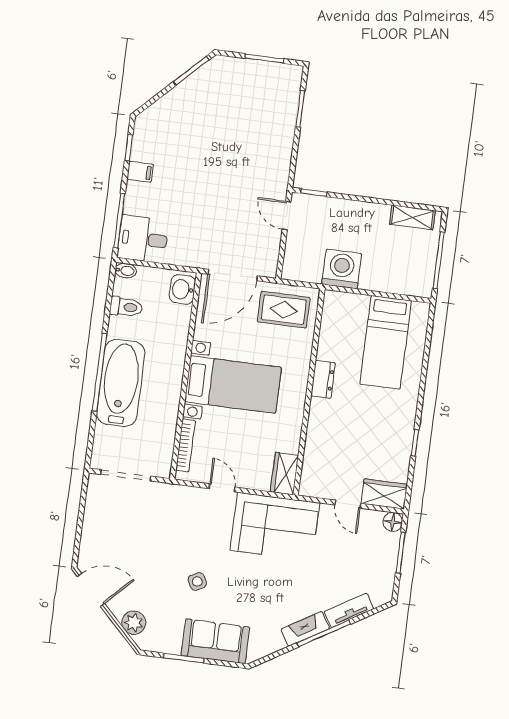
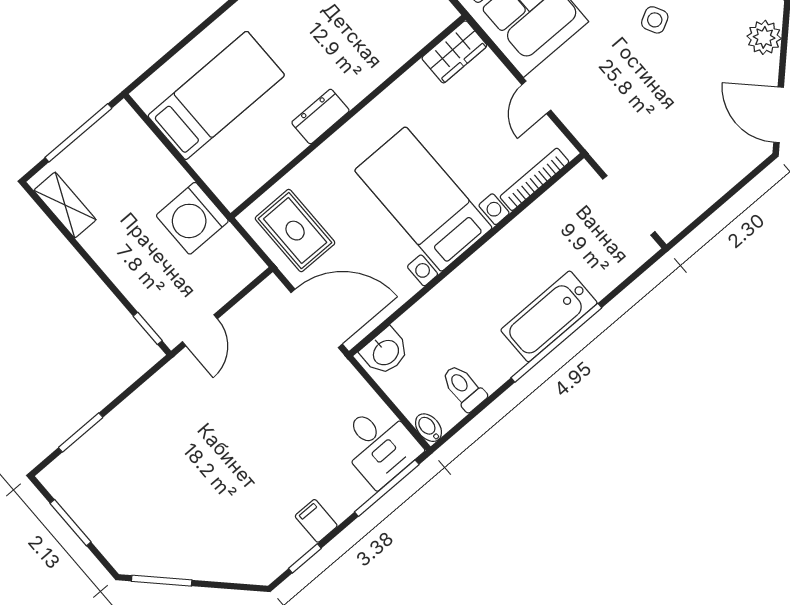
bathtub: (121, 383) -> (549, 316), width x0.73, depth x0.73

